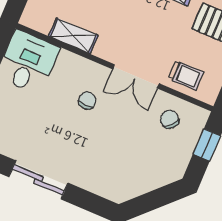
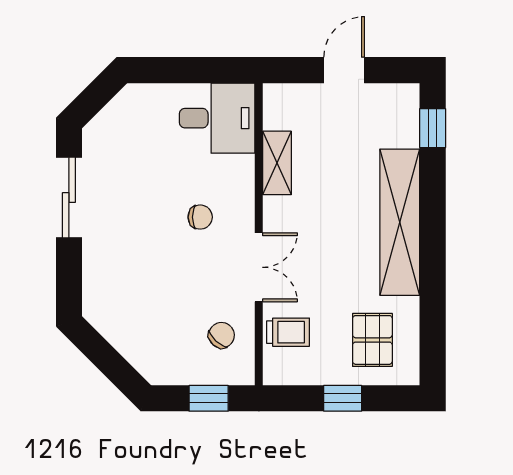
trolley: (186, 75) -> (288, 332), turned -90
double door: (136, 76) -> (259, 267), swing flipped

